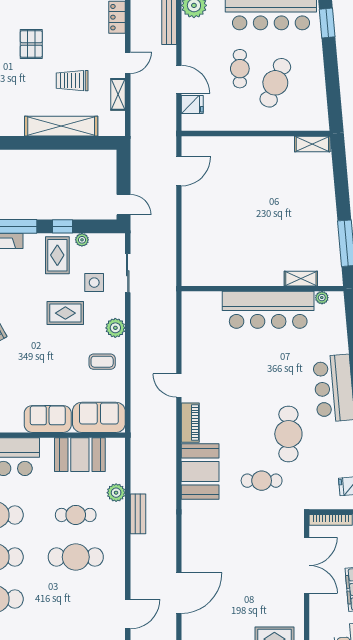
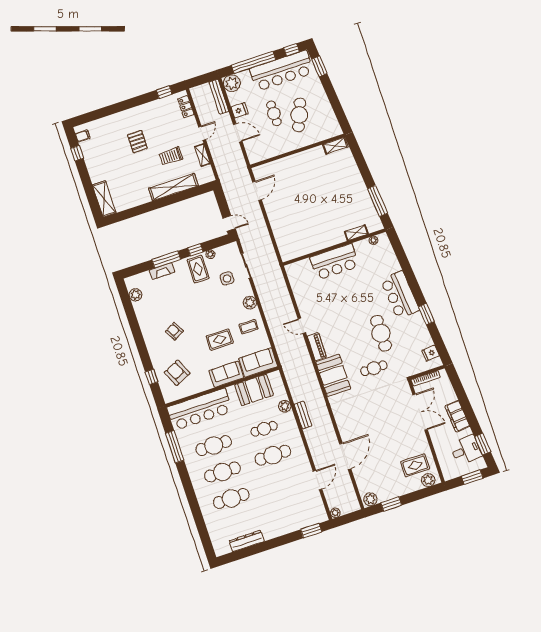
fridge: (192, 105) -> (240, 110), moved
bar counter: (268, 310) -> (335, 262), width x0.73
rug: (65, 313) -> (220, 340), moved

